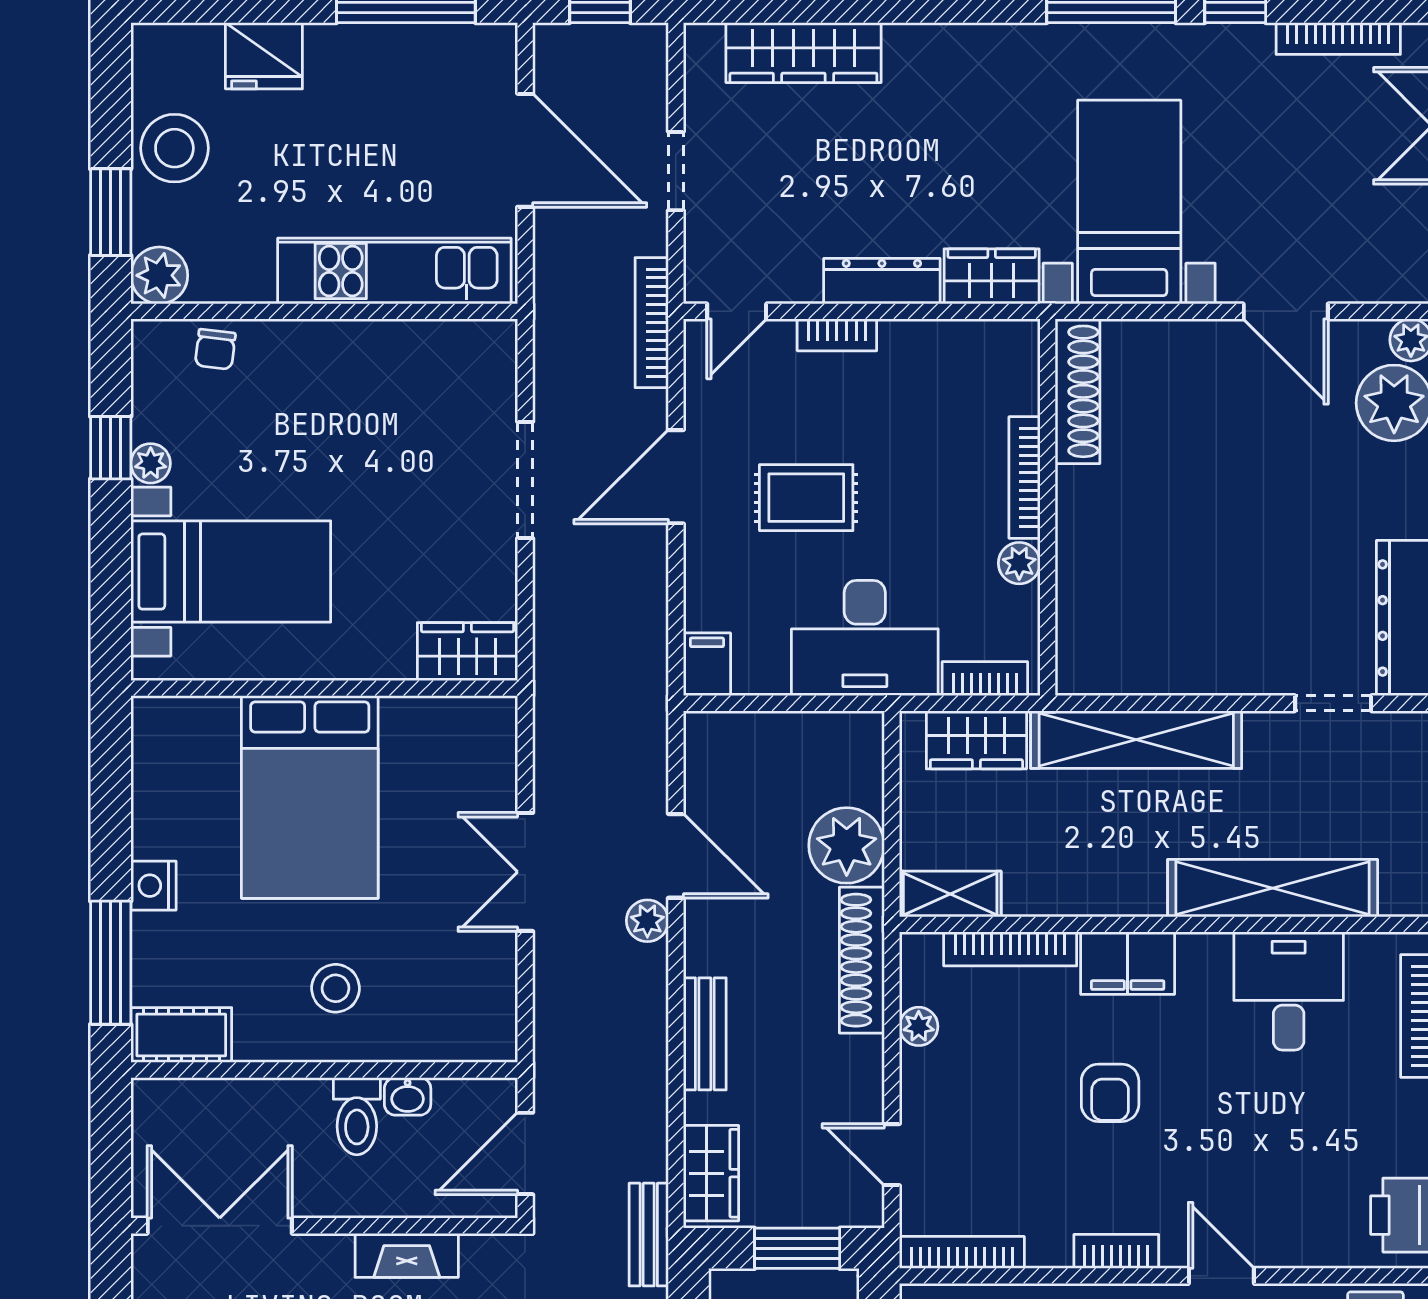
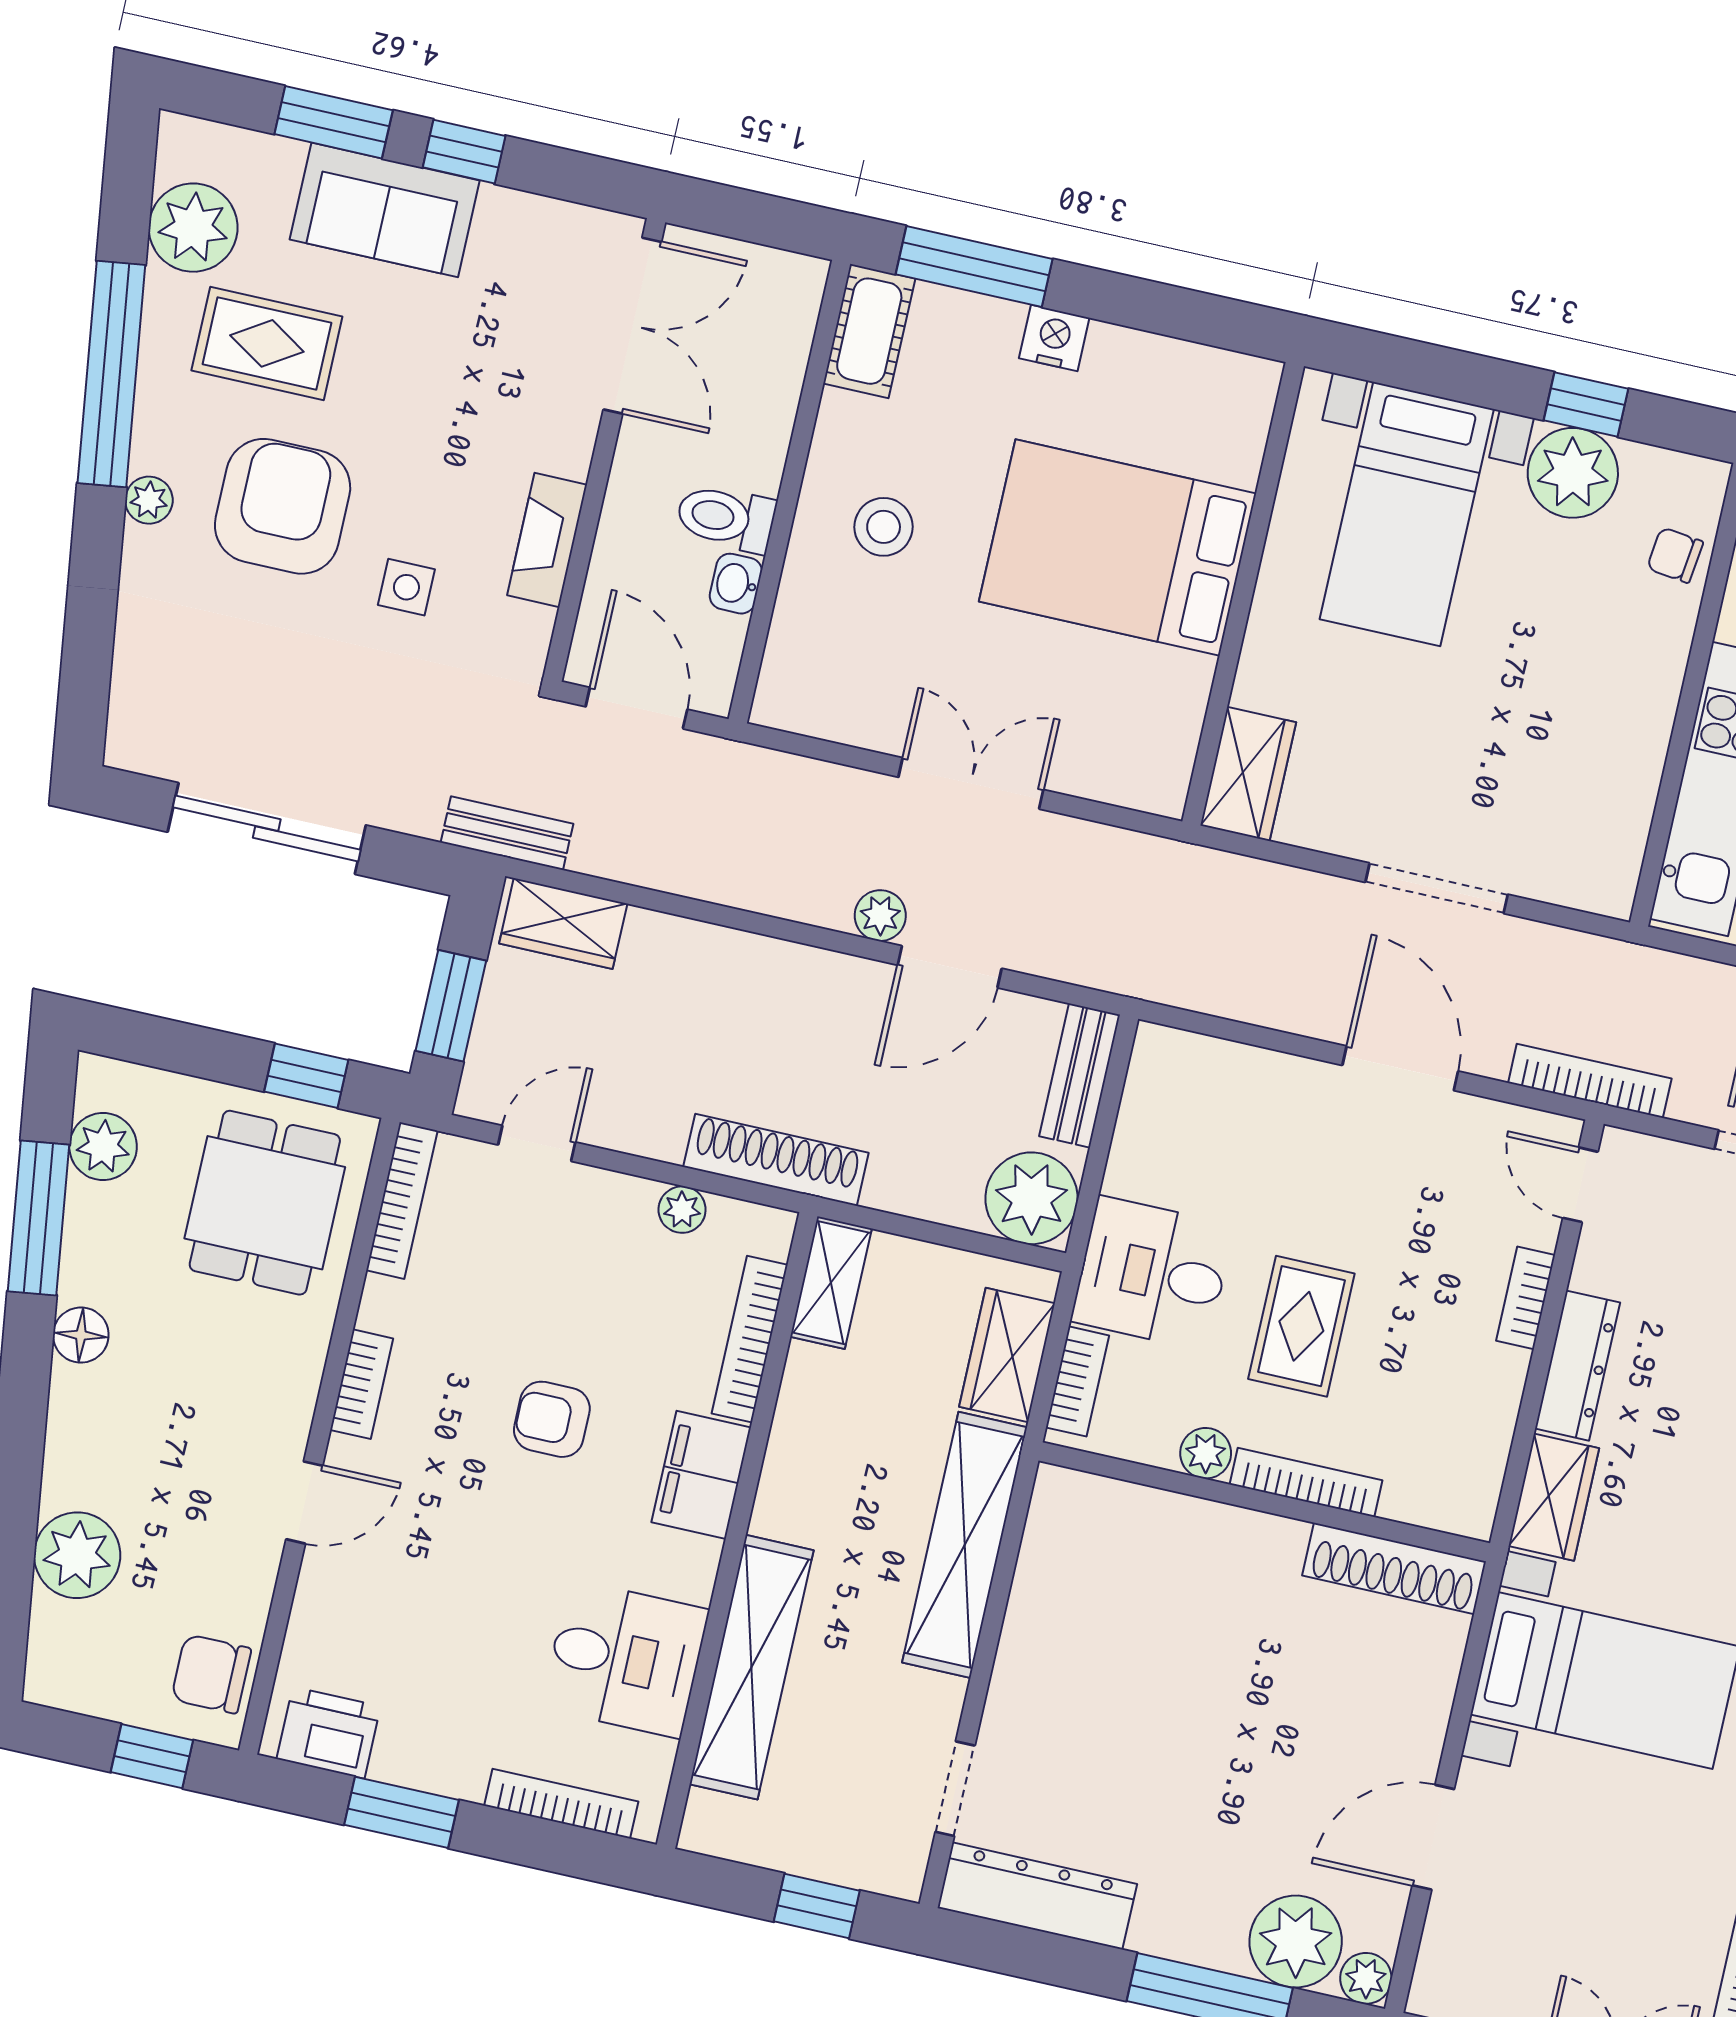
plant: (151, 463) -> (1573, 473), width x1.87, depth x1.87
rug: (806, 498) -> (1301, 1326), moved
desk: (865, 638) -> (1153, 1273), width x0.73
filing cabinet: (707, 664) -> (1169, 1055), removed
plant: (847, 845) -> (1031, 1198), moved
bench: (705, 1034) -> (1080, 1075), moved, turned 90

